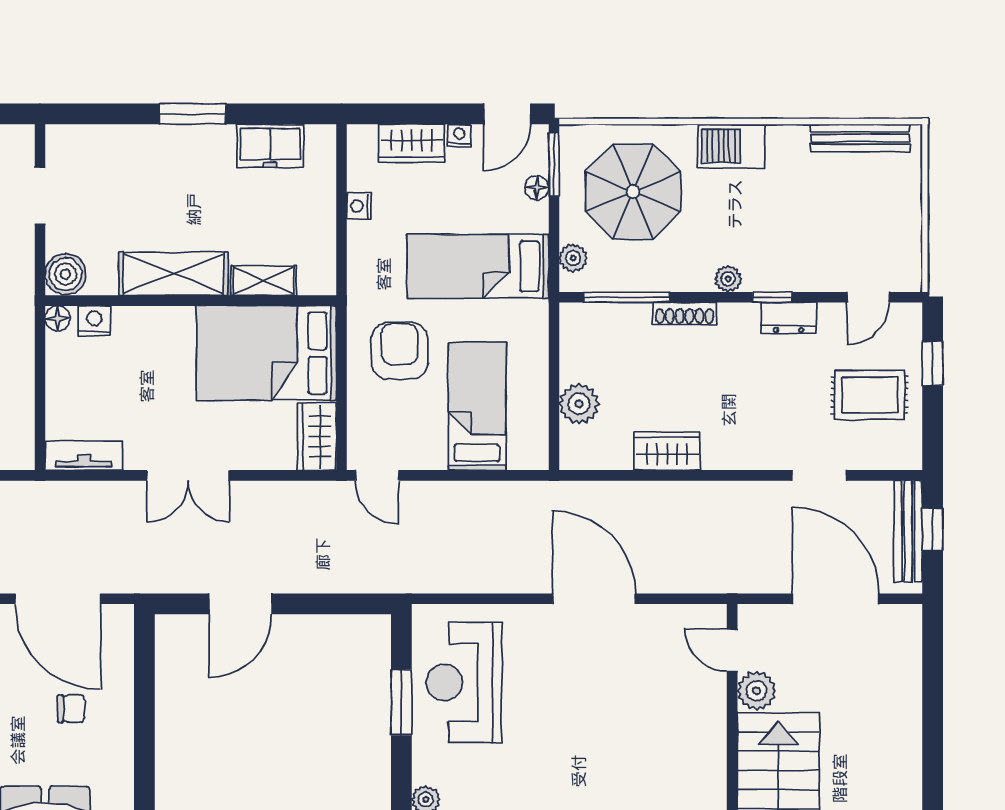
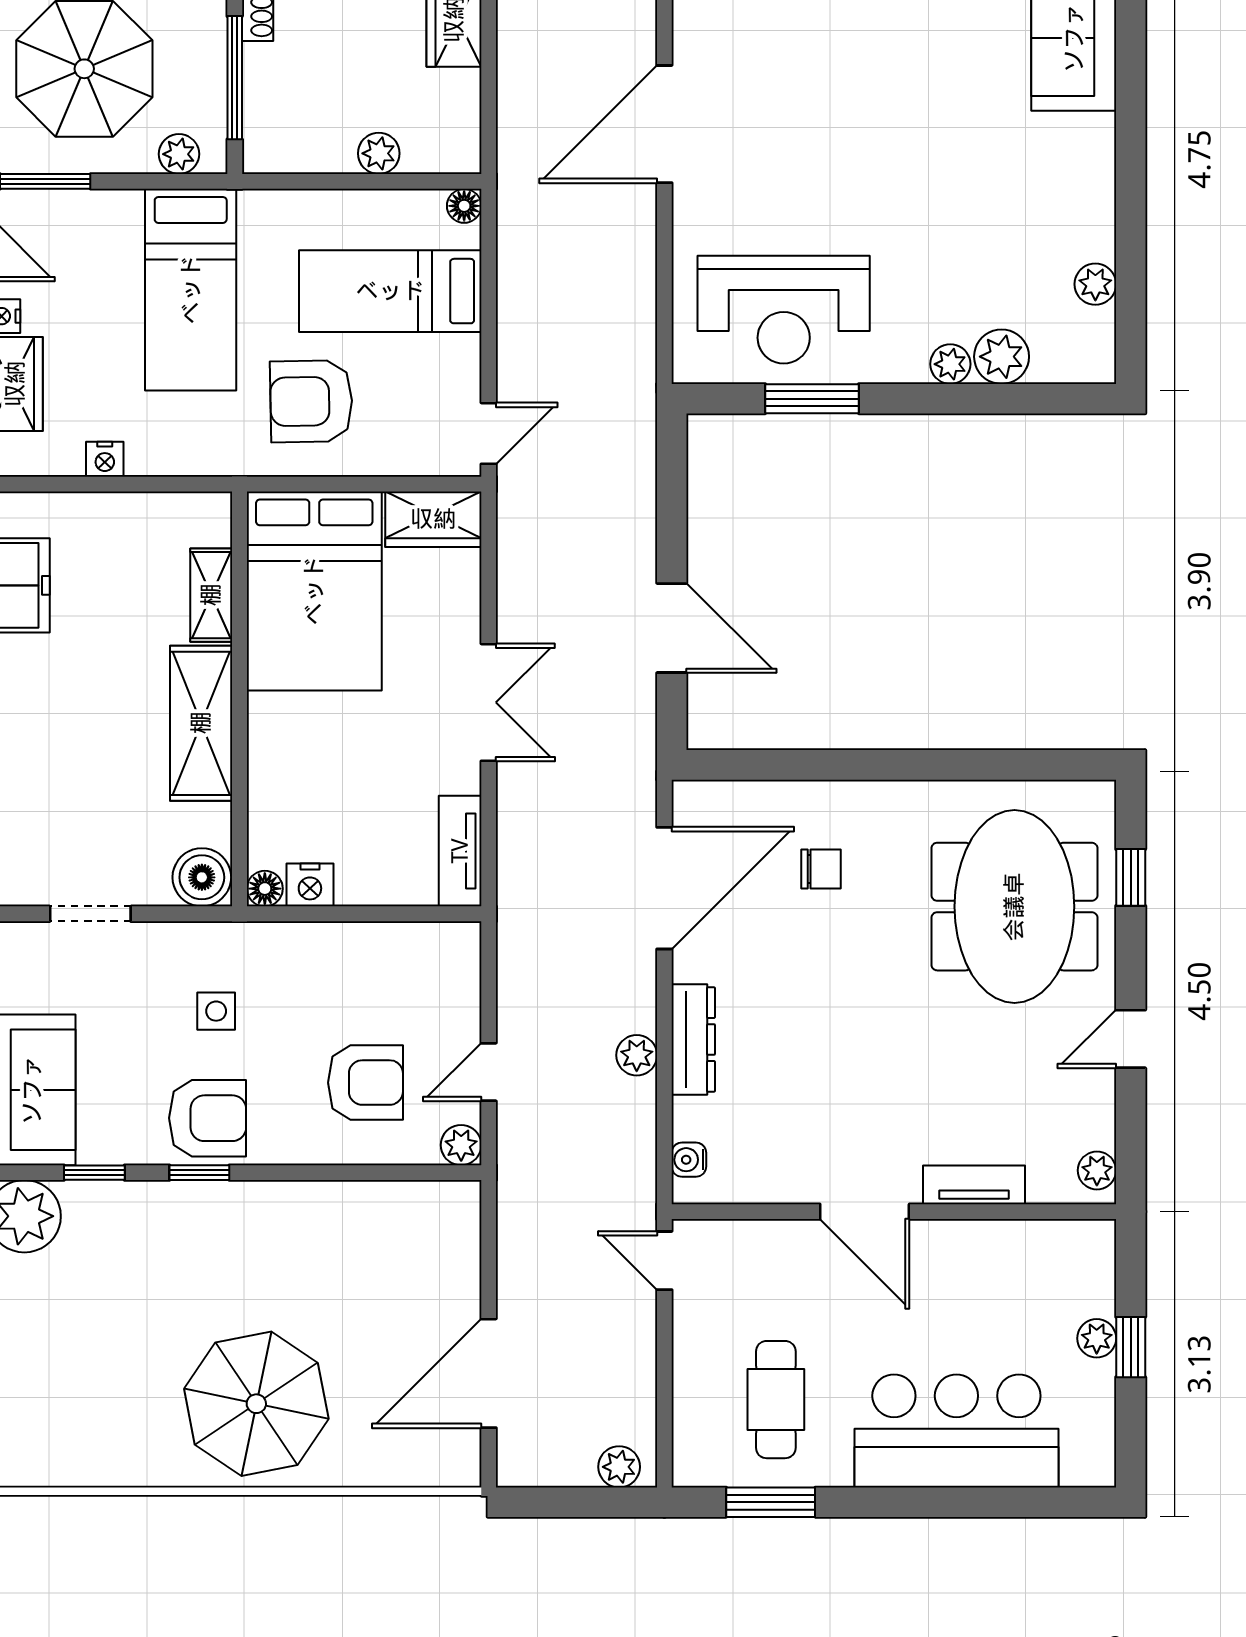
floor lamp: (537, 188) -> (464, 206), moved
nightstand: (94, 321) -> (310, 885), moved, turned -90
plant: (579, 404) -> (379, 153), width x0.73, depth x0.73
chair: (71, 709) -> (821, 869), turned 90

